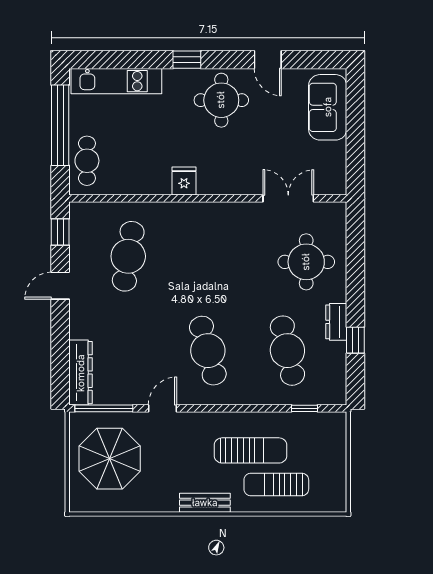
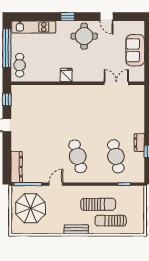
sofa: (328, 107) -> (135, 50), moved
cafe table: (128, 256) -> (39, 111), removed
round table: (306, 262) -> (125, 114), removed

